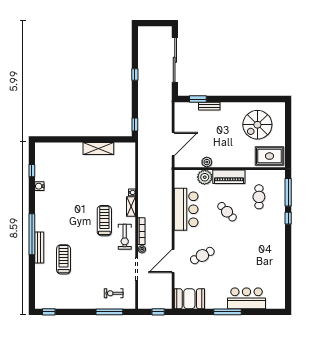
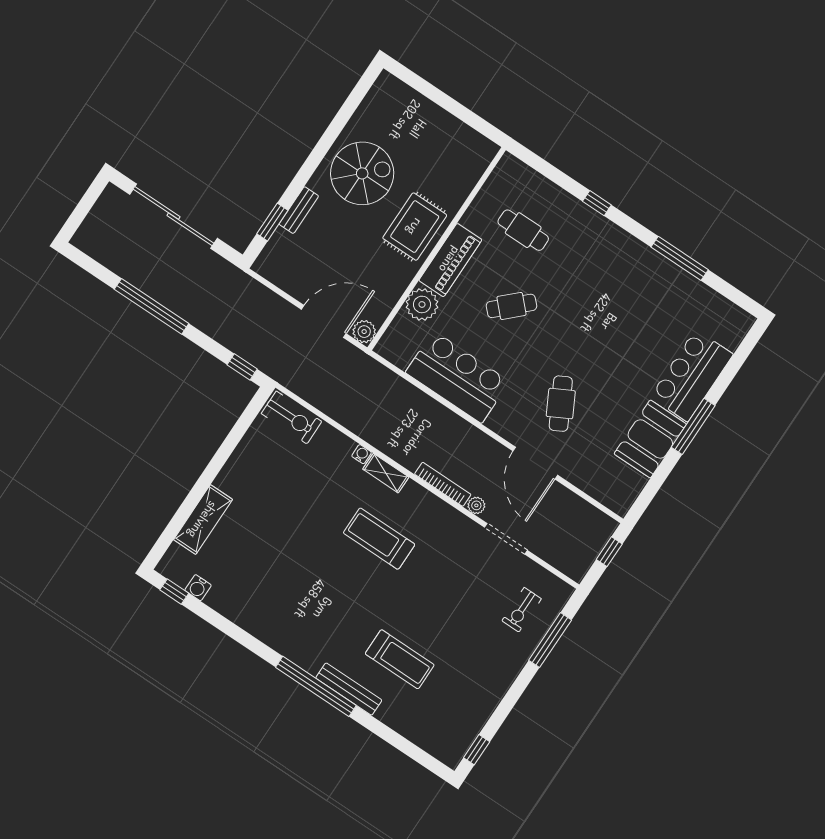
window: (135, 74) -> (152, 306), width x3.17
spiral stairs: (257, 125) -> (362, 173), moved, turned -90
door: (173, 144) -> (324, 322), hinge flipped
shelving: (98, 149) -> (203, 520), moved
rug: (270, 156) -> (415, 227), moved
plant: (207, 162) -> (364, 332), moved
window: (32, 171) -> (174, 592), moved
water cooler: (39, 186) -> (198, 588), moved
window: (288, 192) -> (680, 258), moved
exercise bike: (125, 237) -> (292, 418), moved
treadmill: (64, 259) -> (400, 659), turned 180
booth: (189, 299) -> (650, 439), moved

